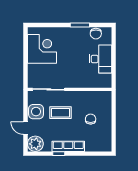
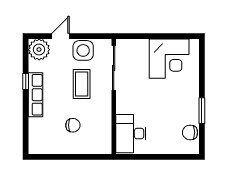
desk: (101, 59) -> (131, 134), moved, turned 90

